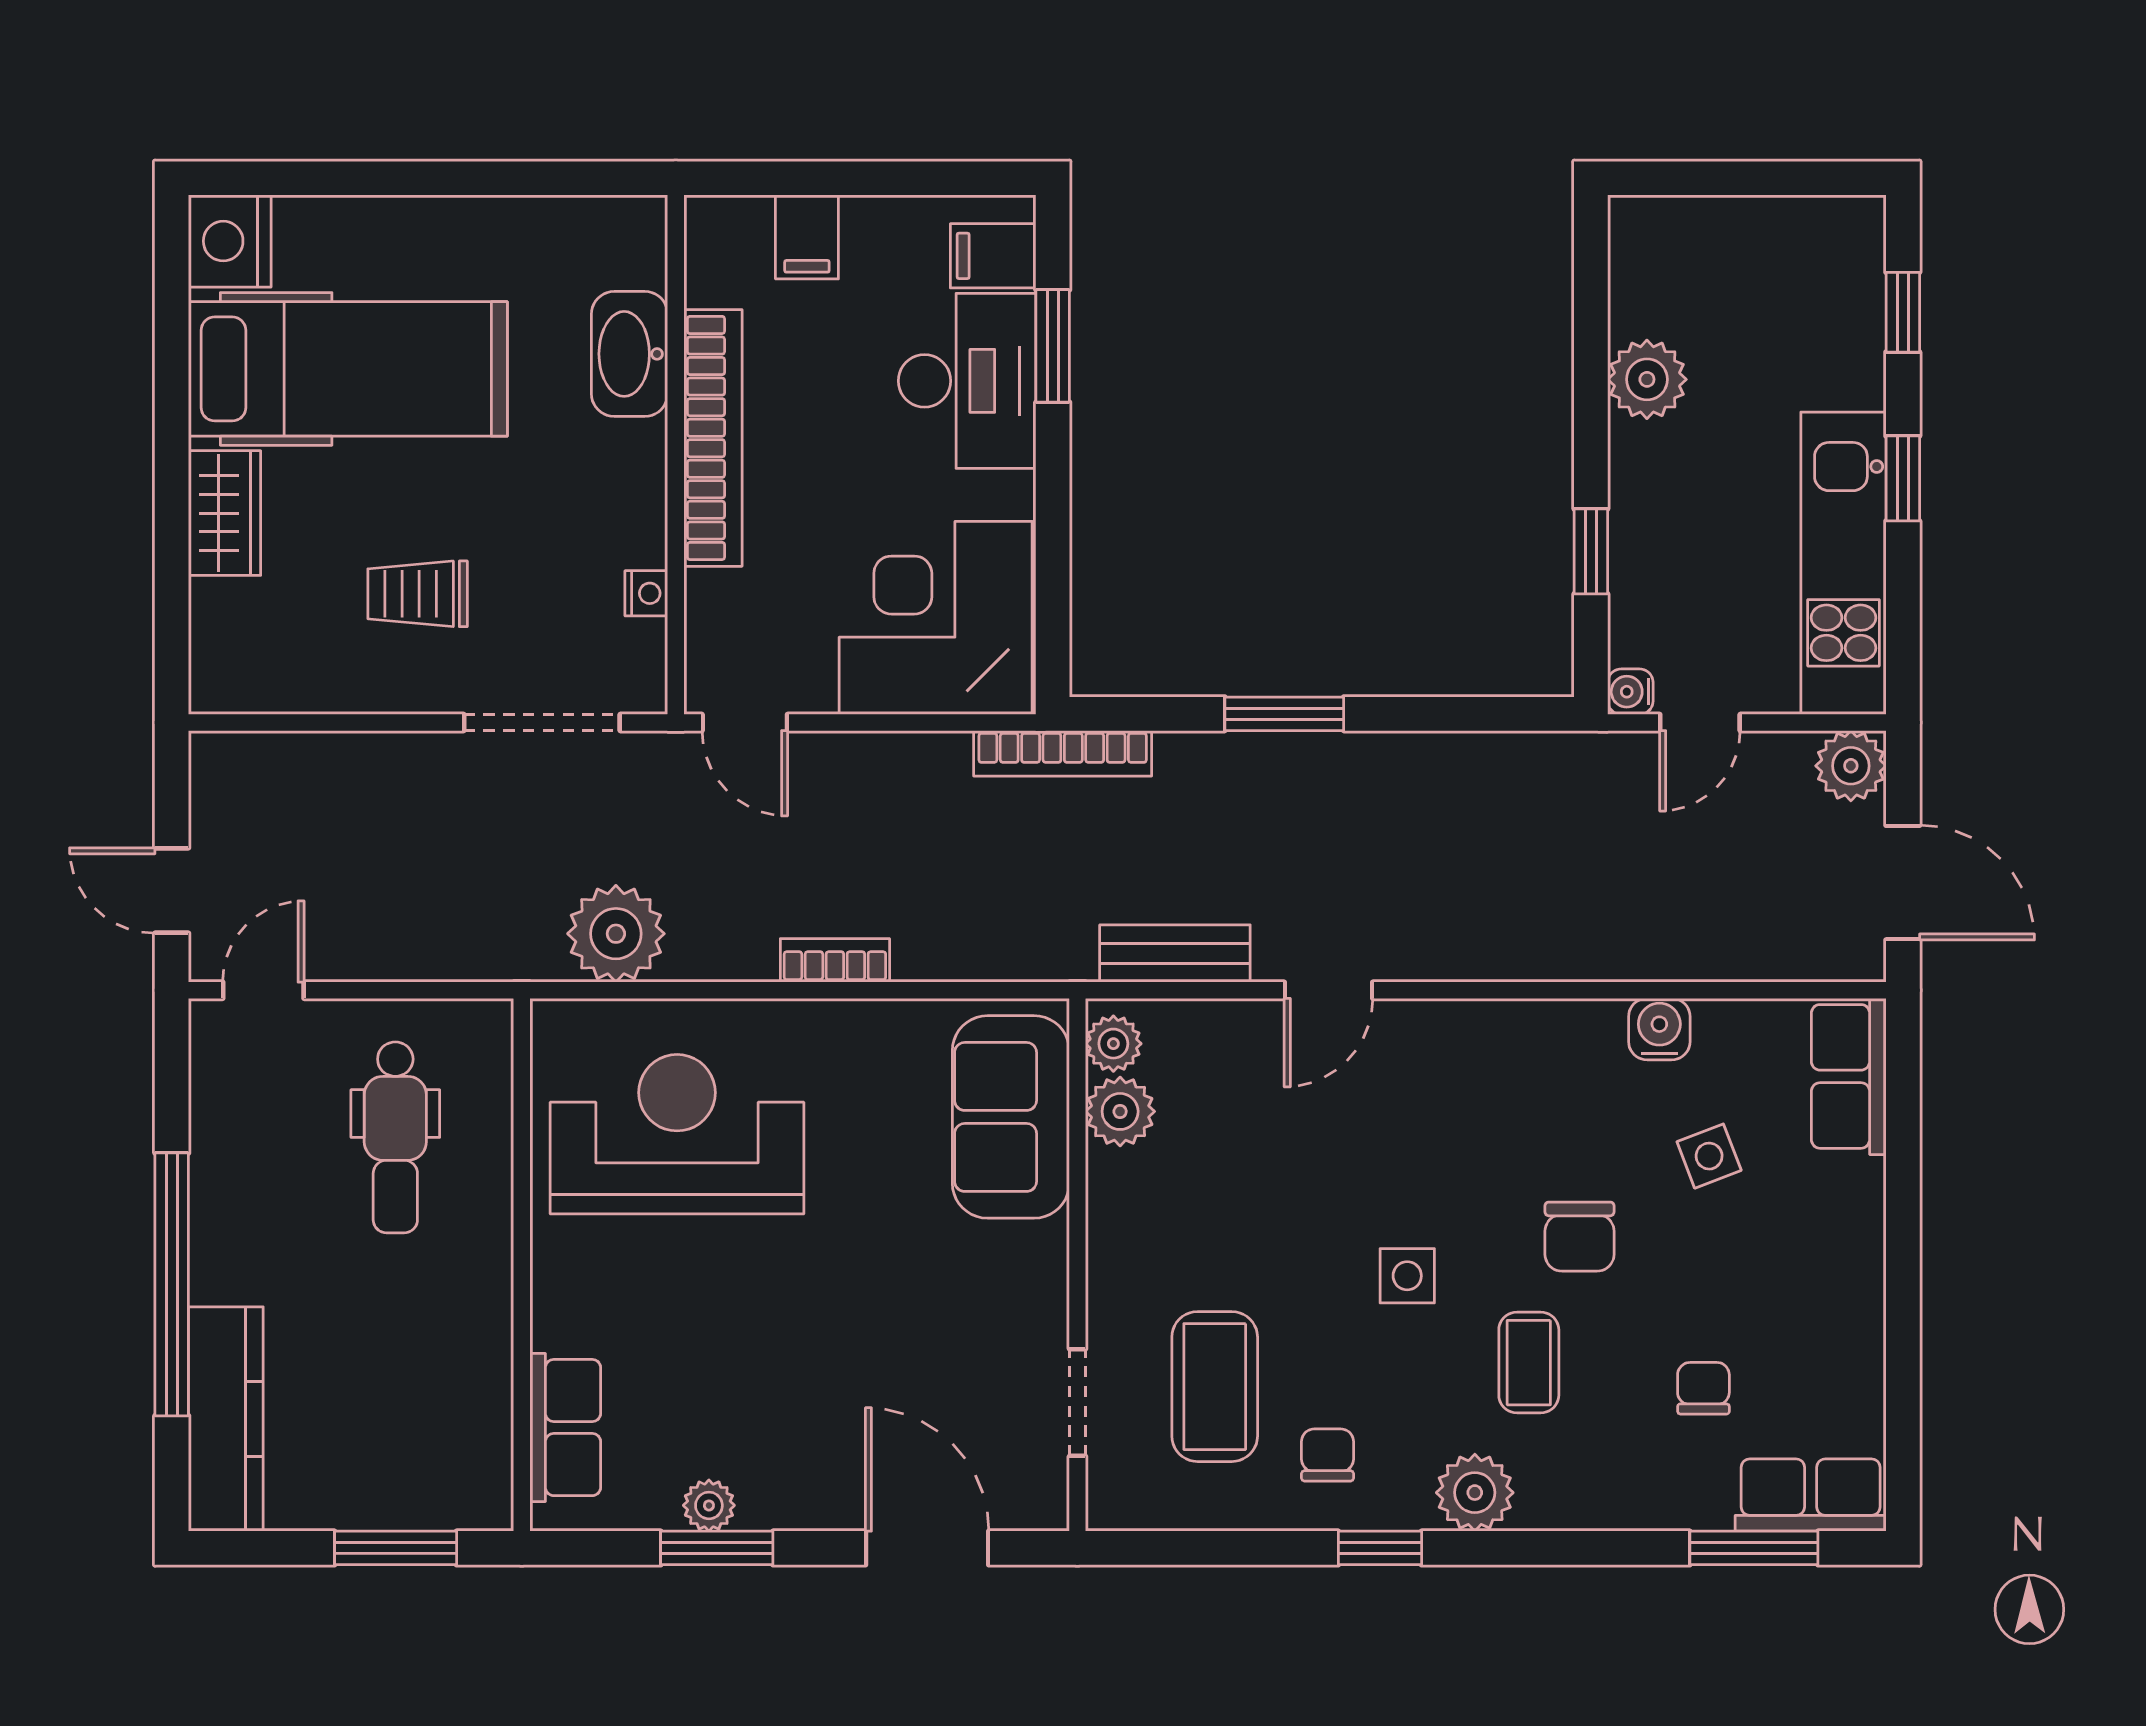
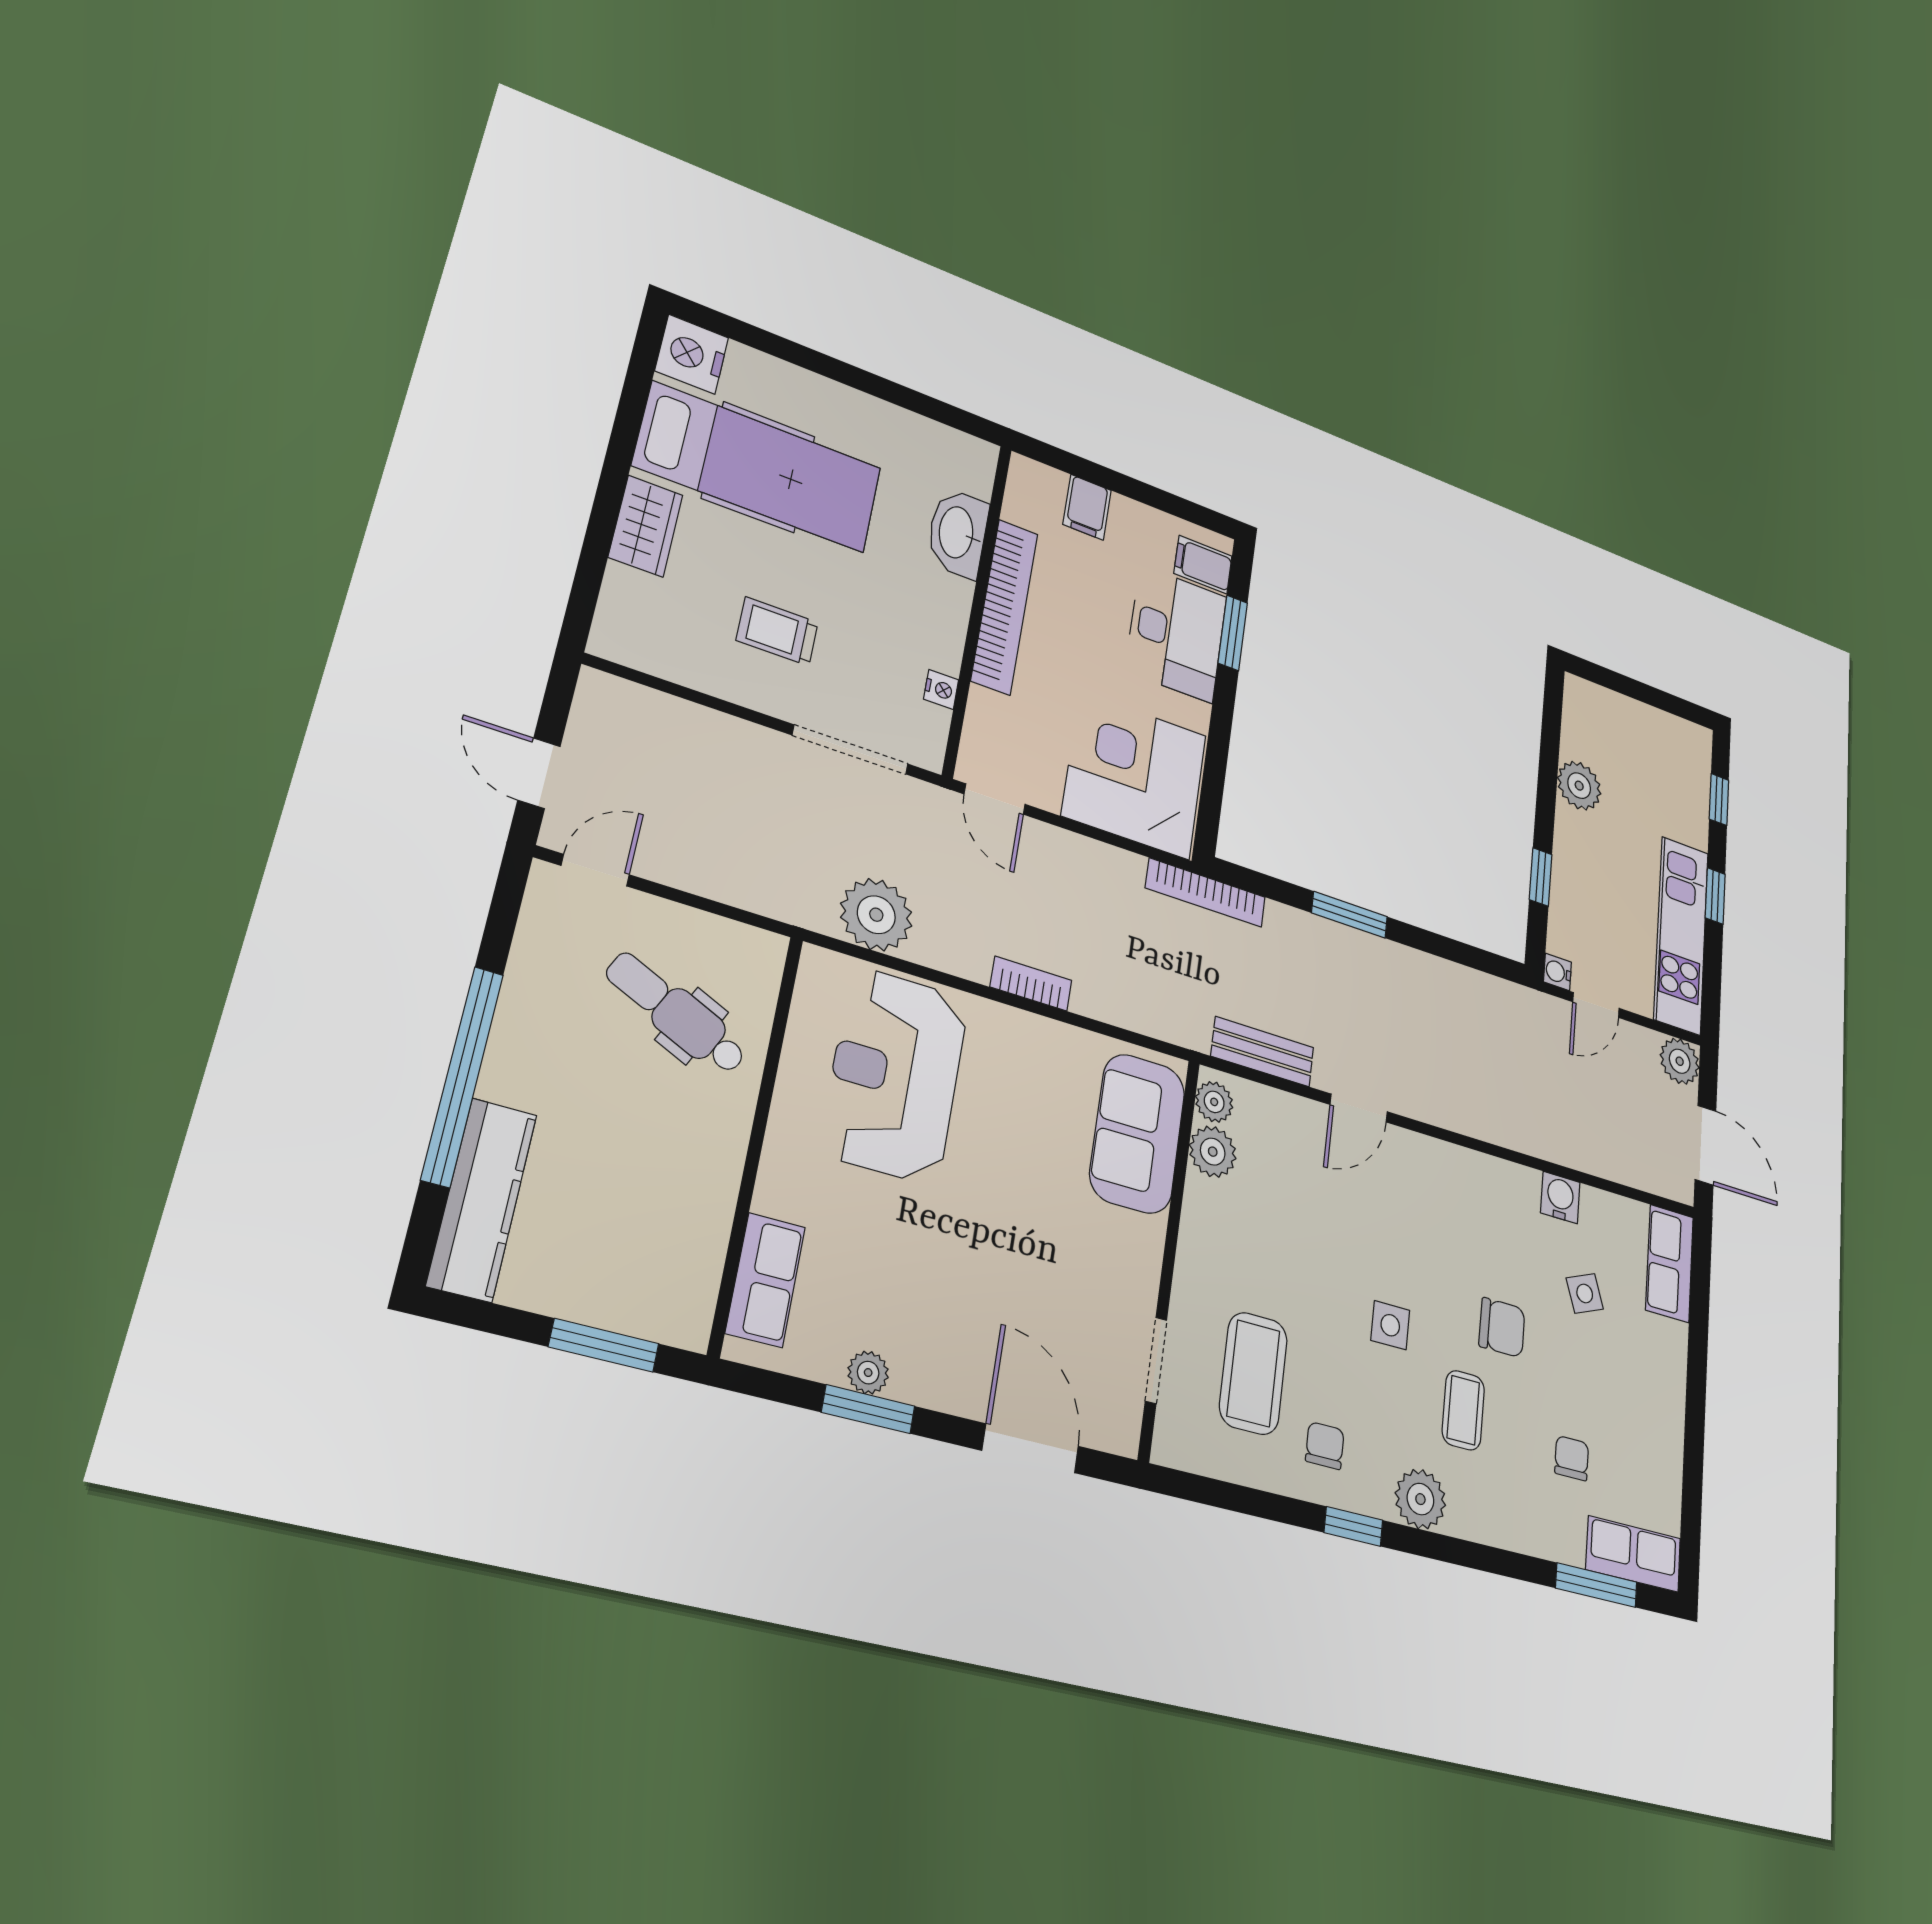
reception desk: (677, 1134) -> (895, 1075), turned -90
dental chair: (395, 1137) -> (676, 1013), turned 115
chair: (1580, 1237) -> (1502, 1328), turned -90

